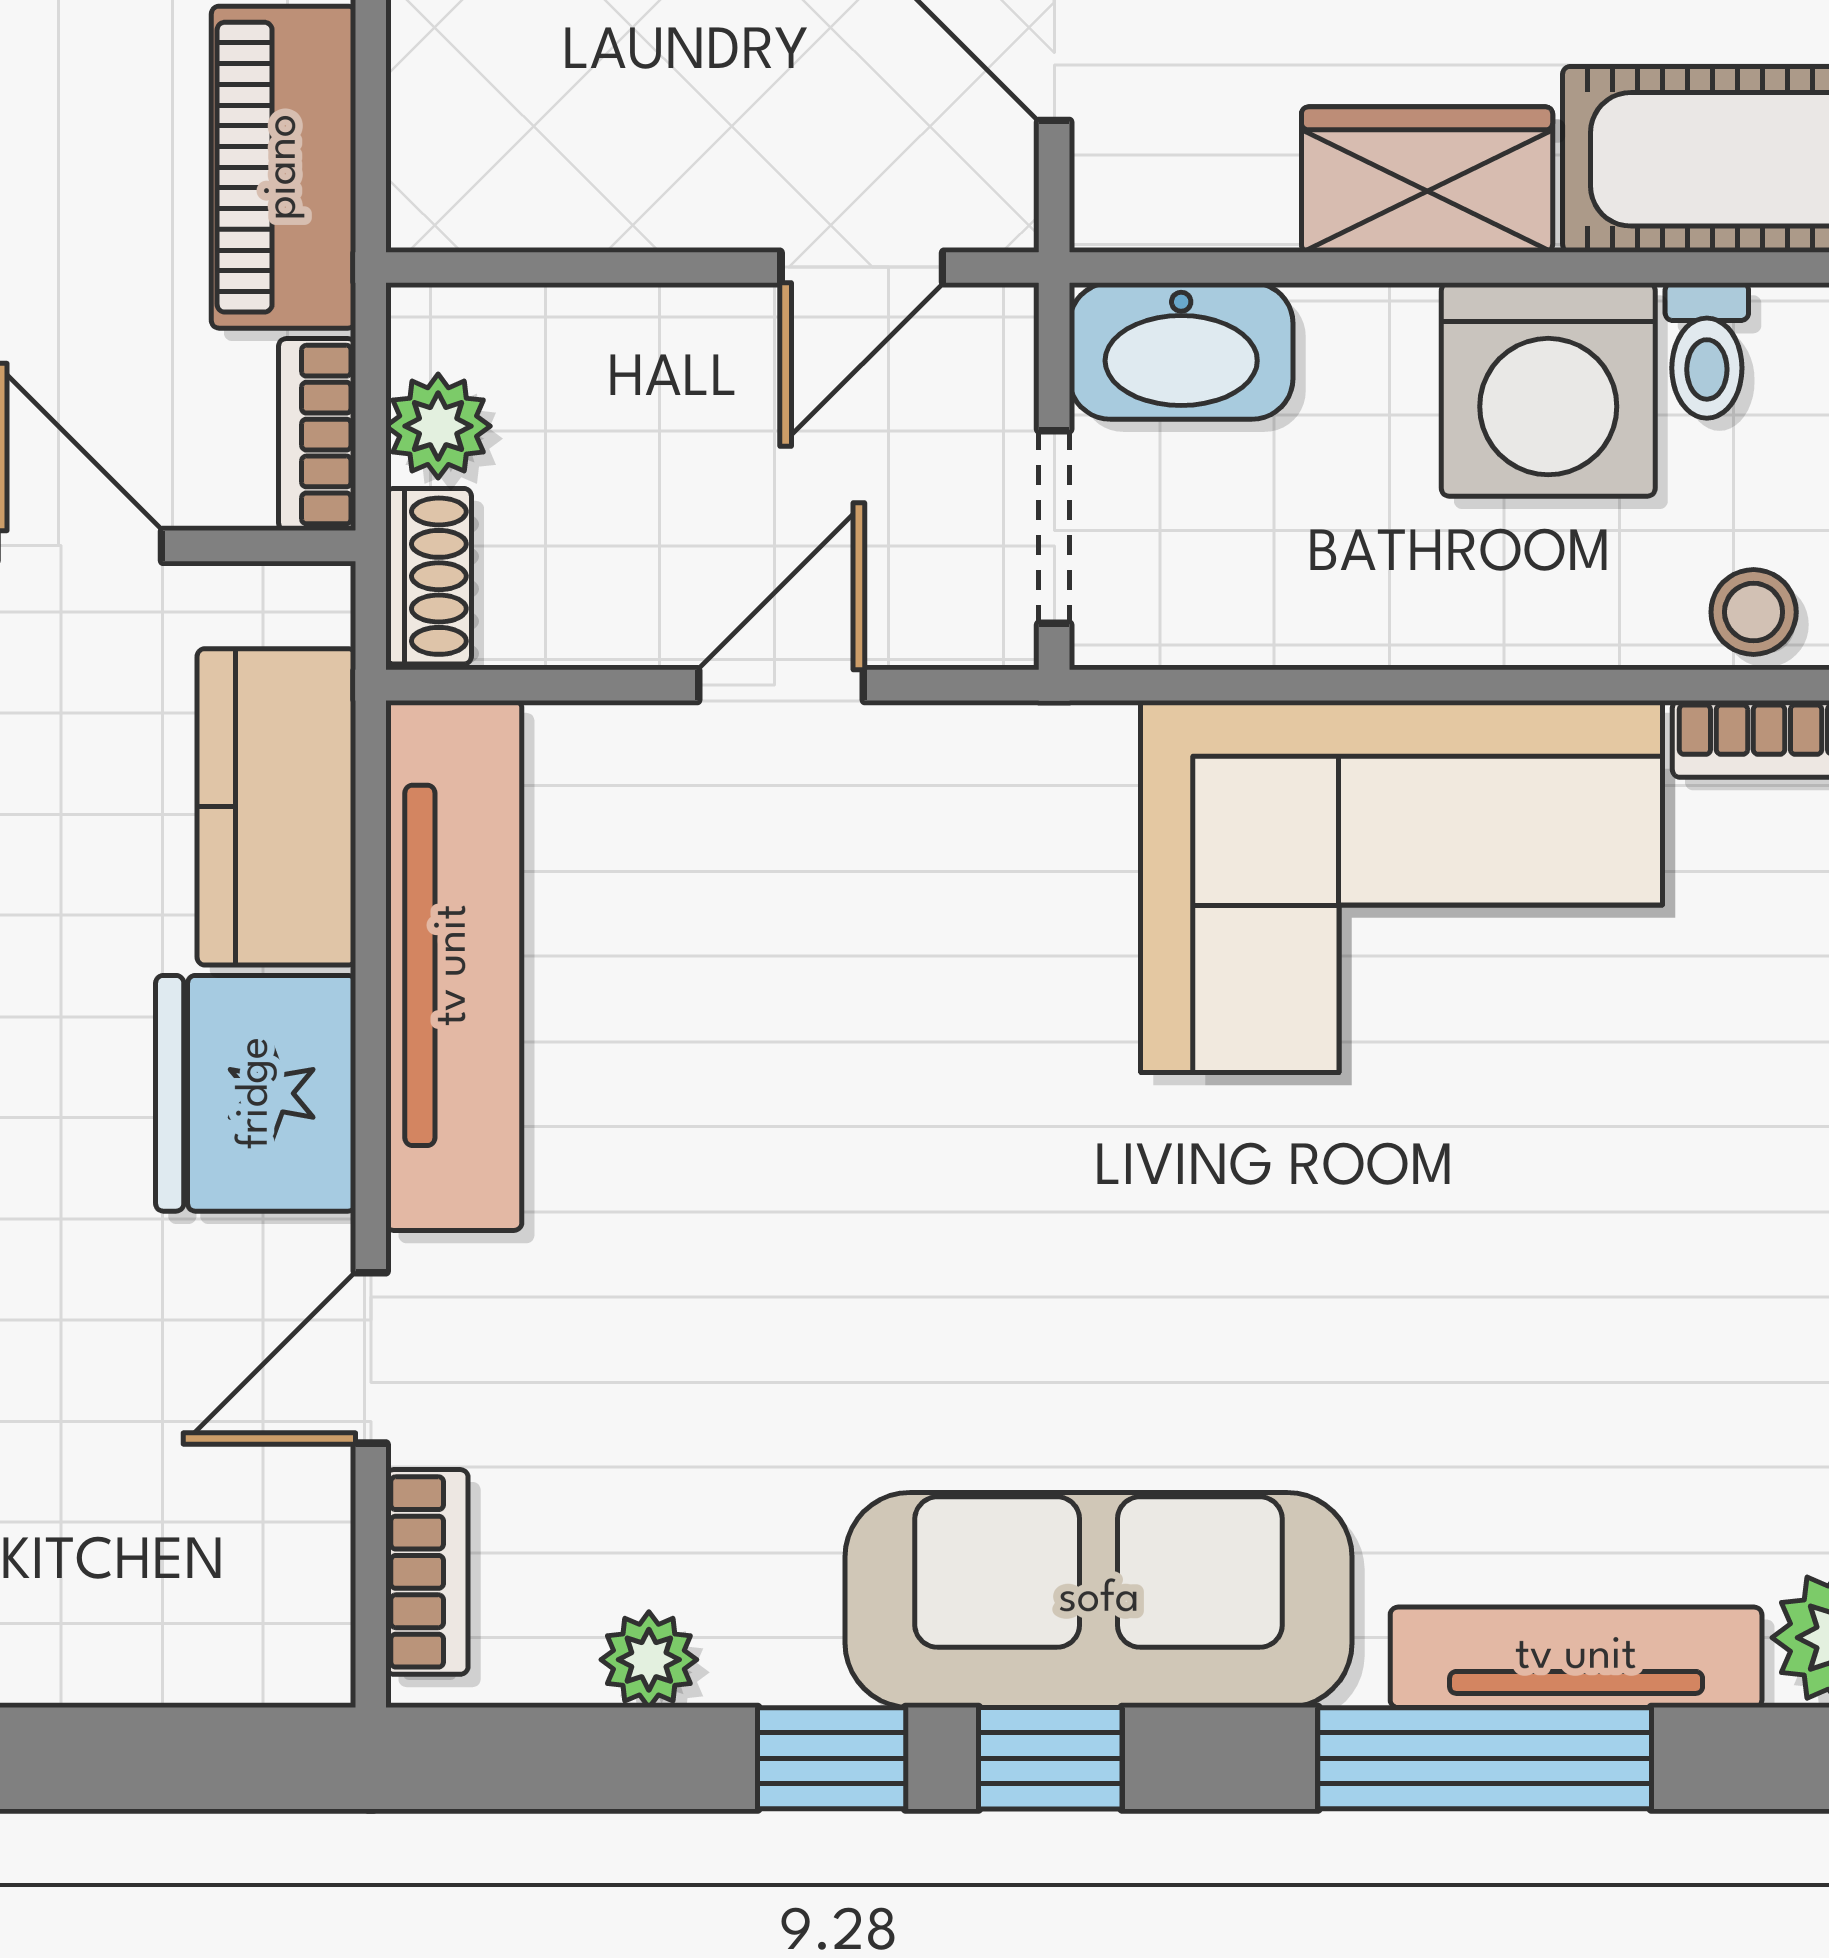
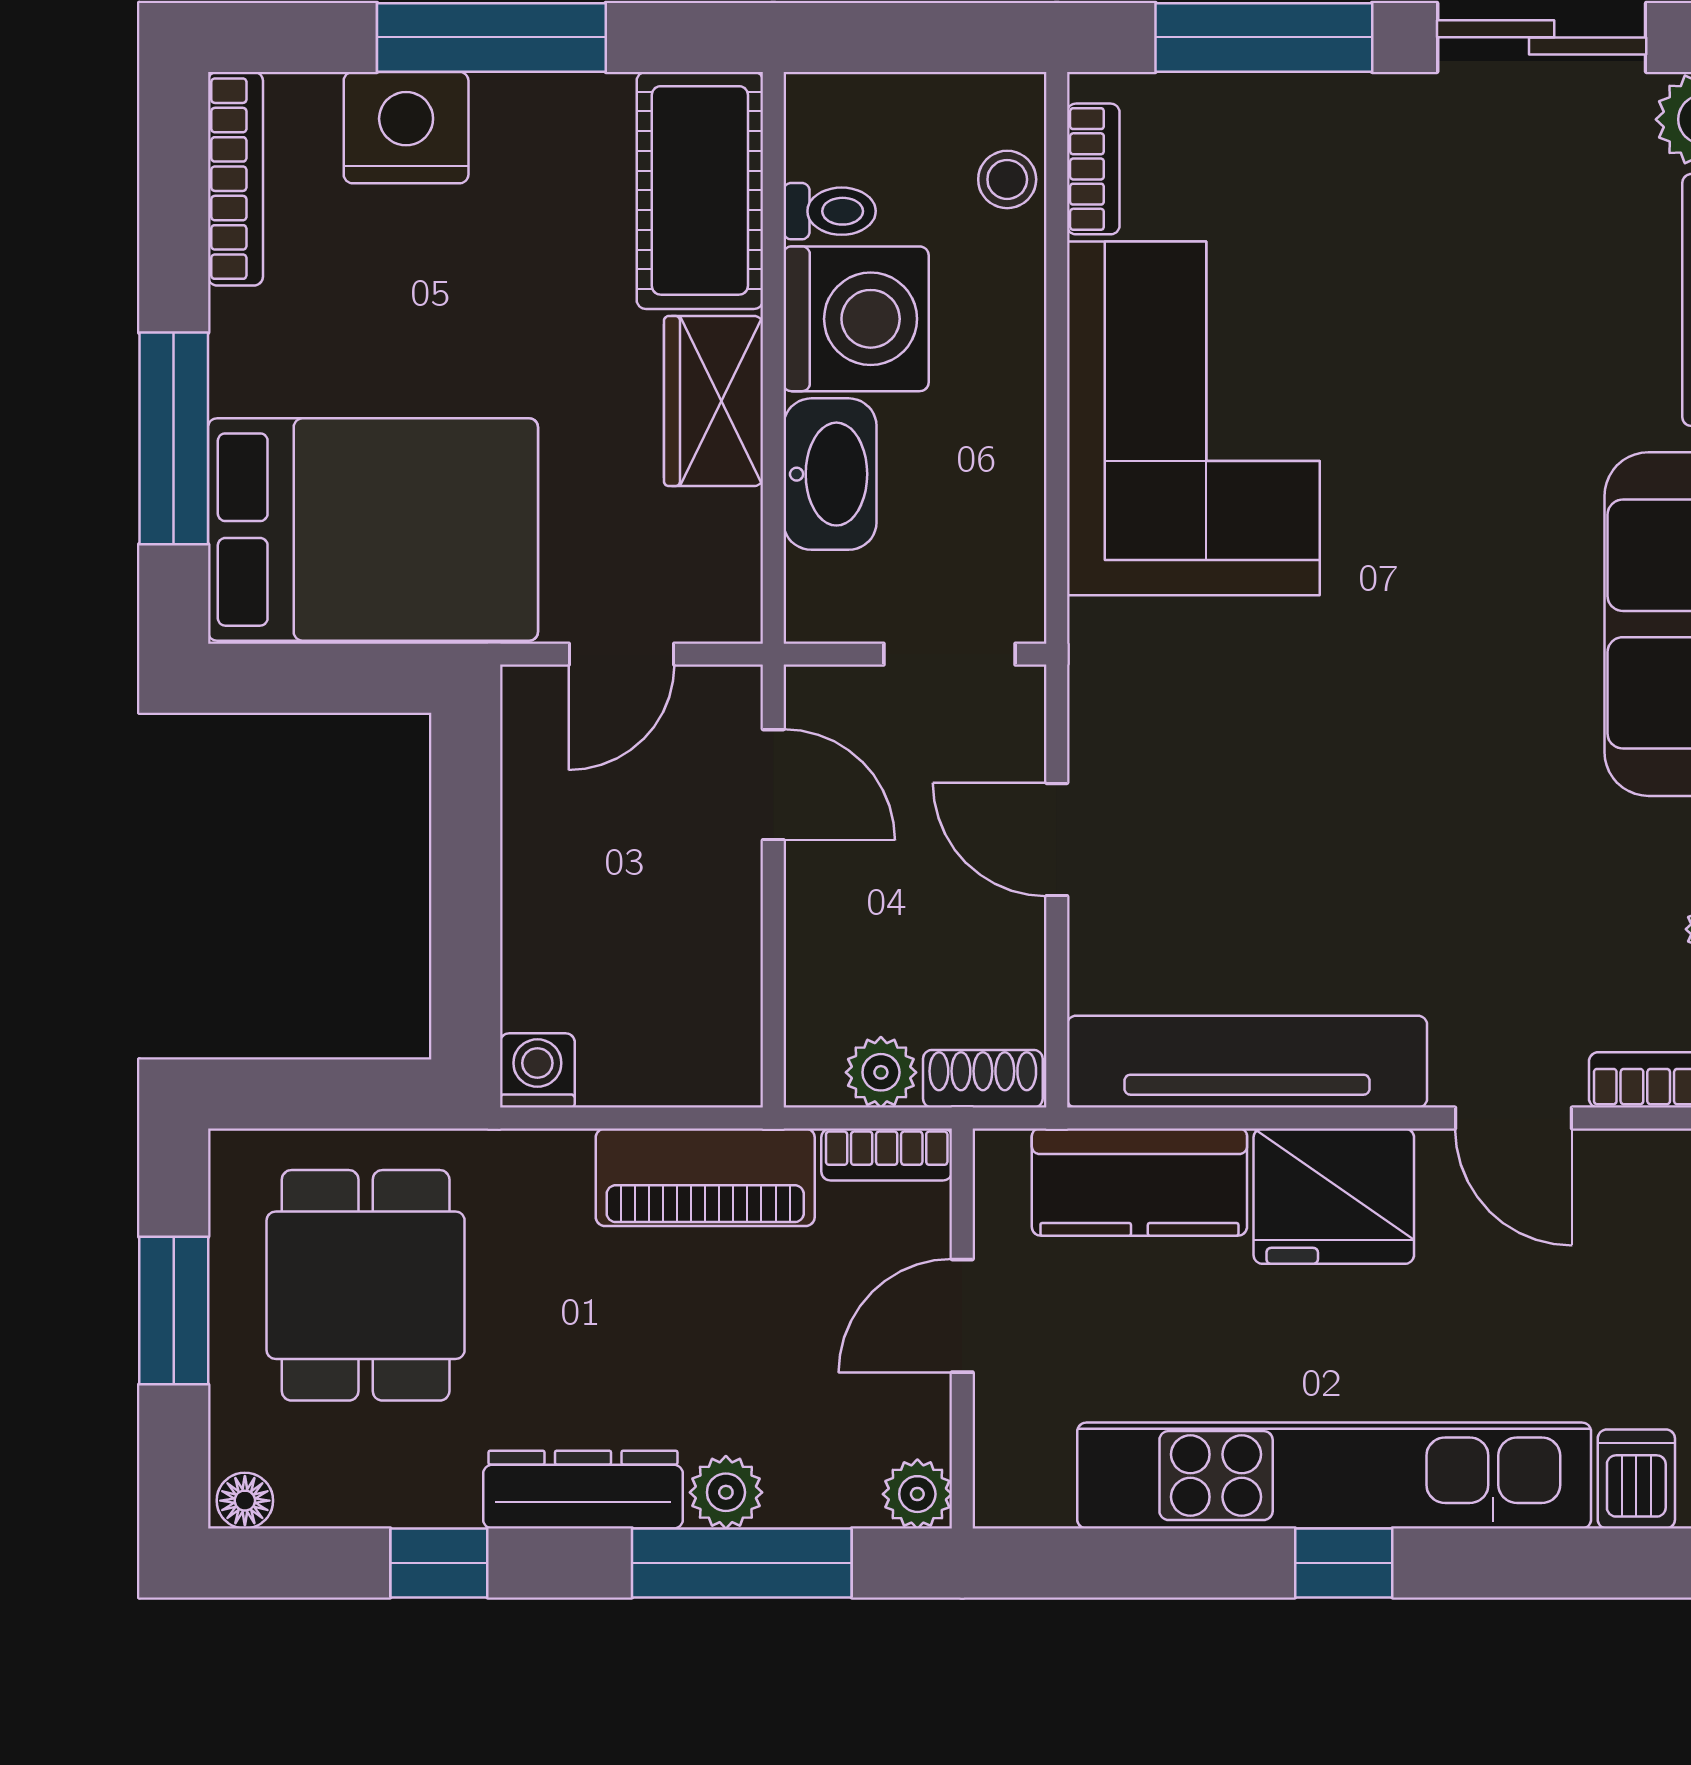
washbasin: (1181, 351) -> (830, 474), moved

